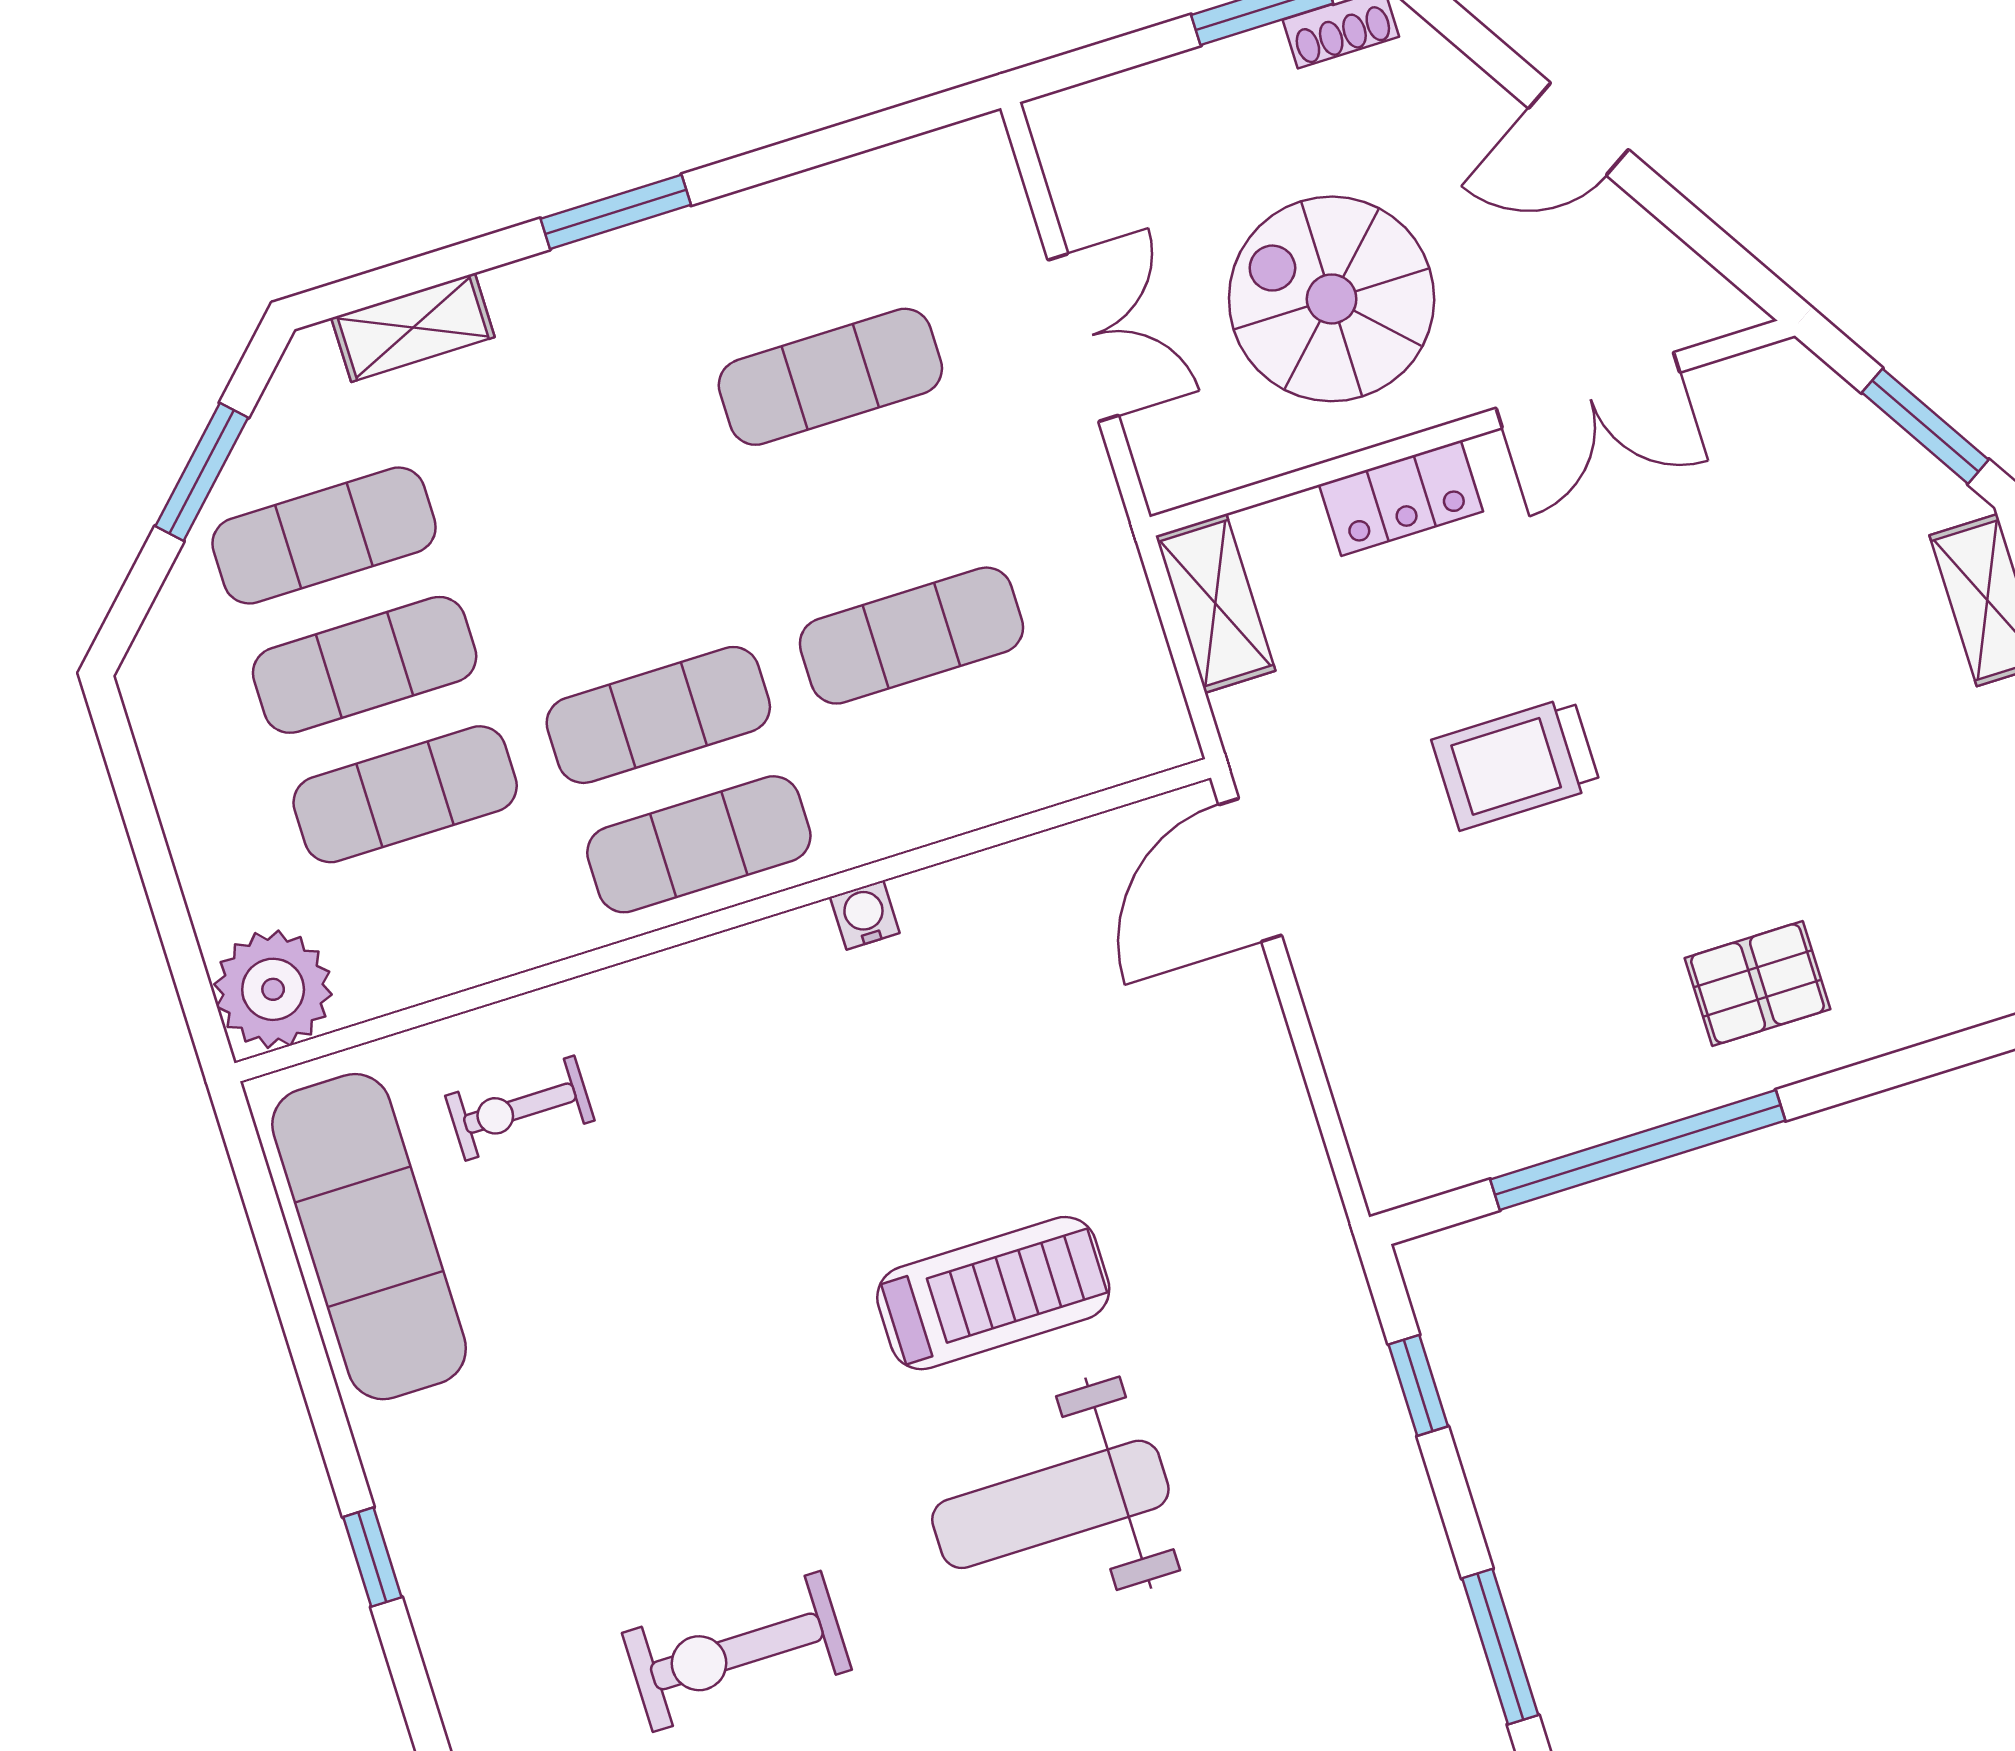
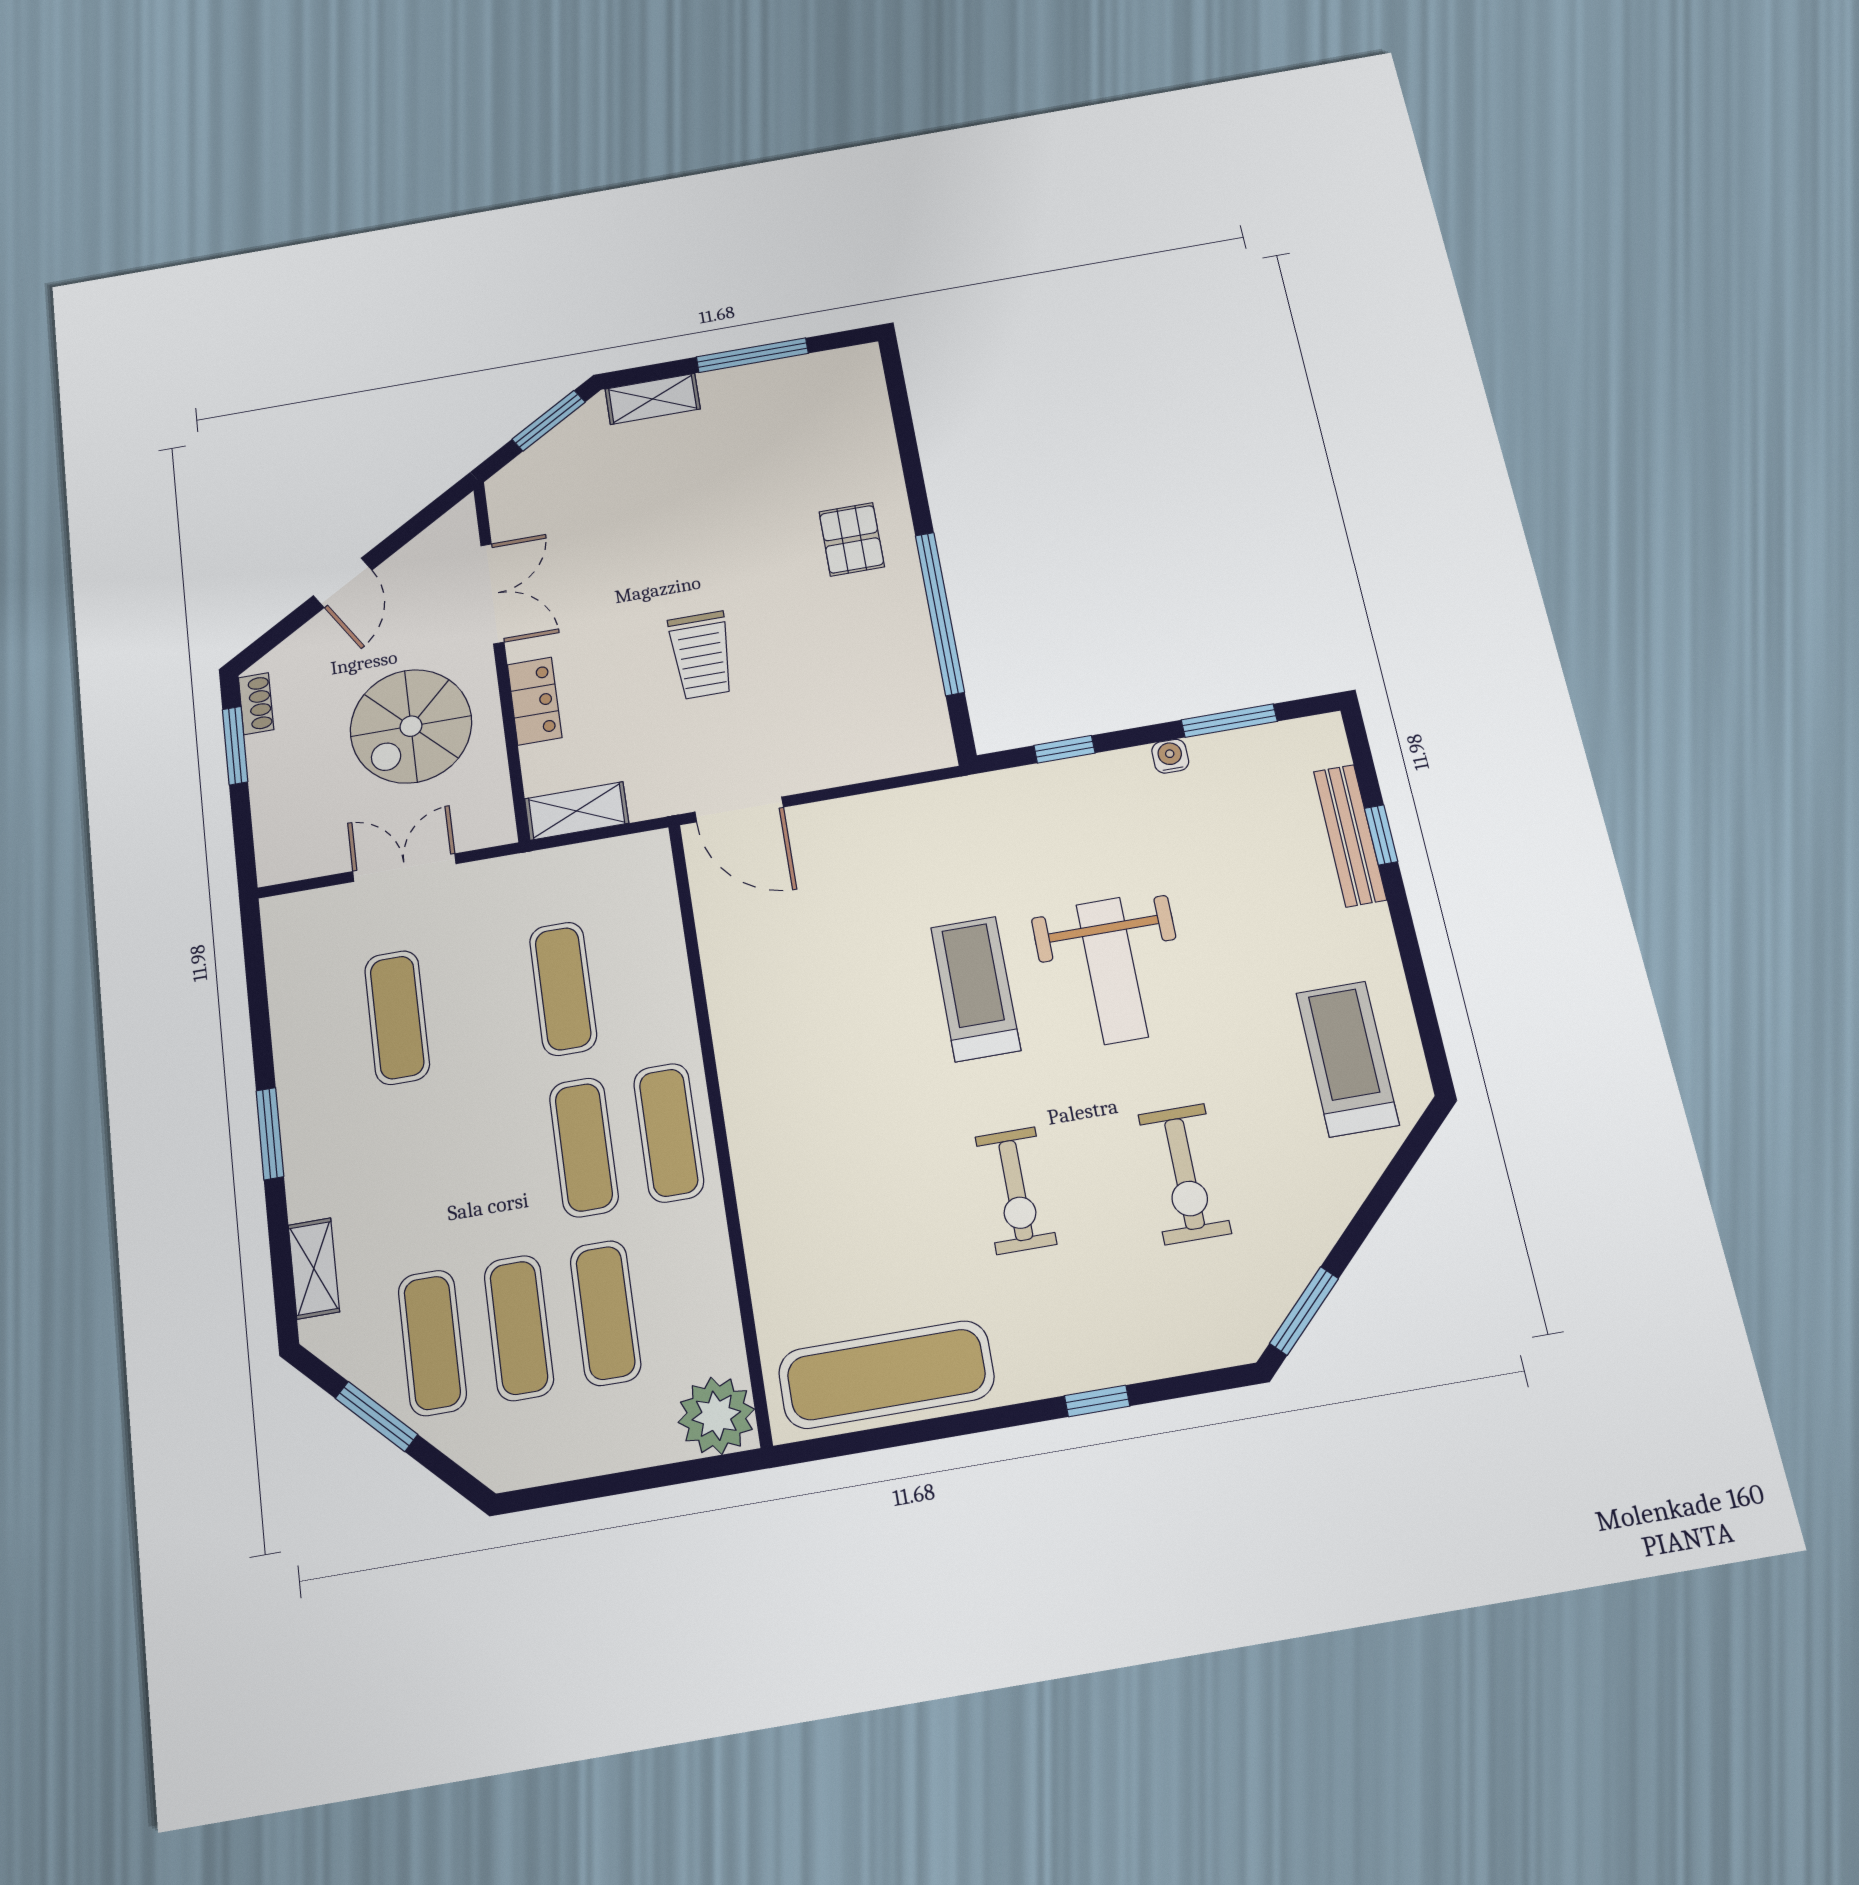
water cooler: (865, 915) -> (1170, 756), moved, turned 90
exercise bike: (520, 1108) -> (1016, 1190), moved, width x1.38, depth x1.39

